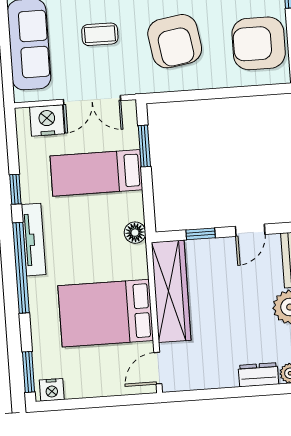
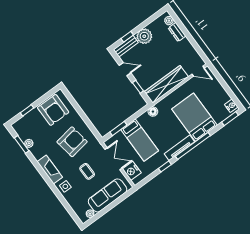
bed: (106, 313) -> (194, 117), moved, turned 180

